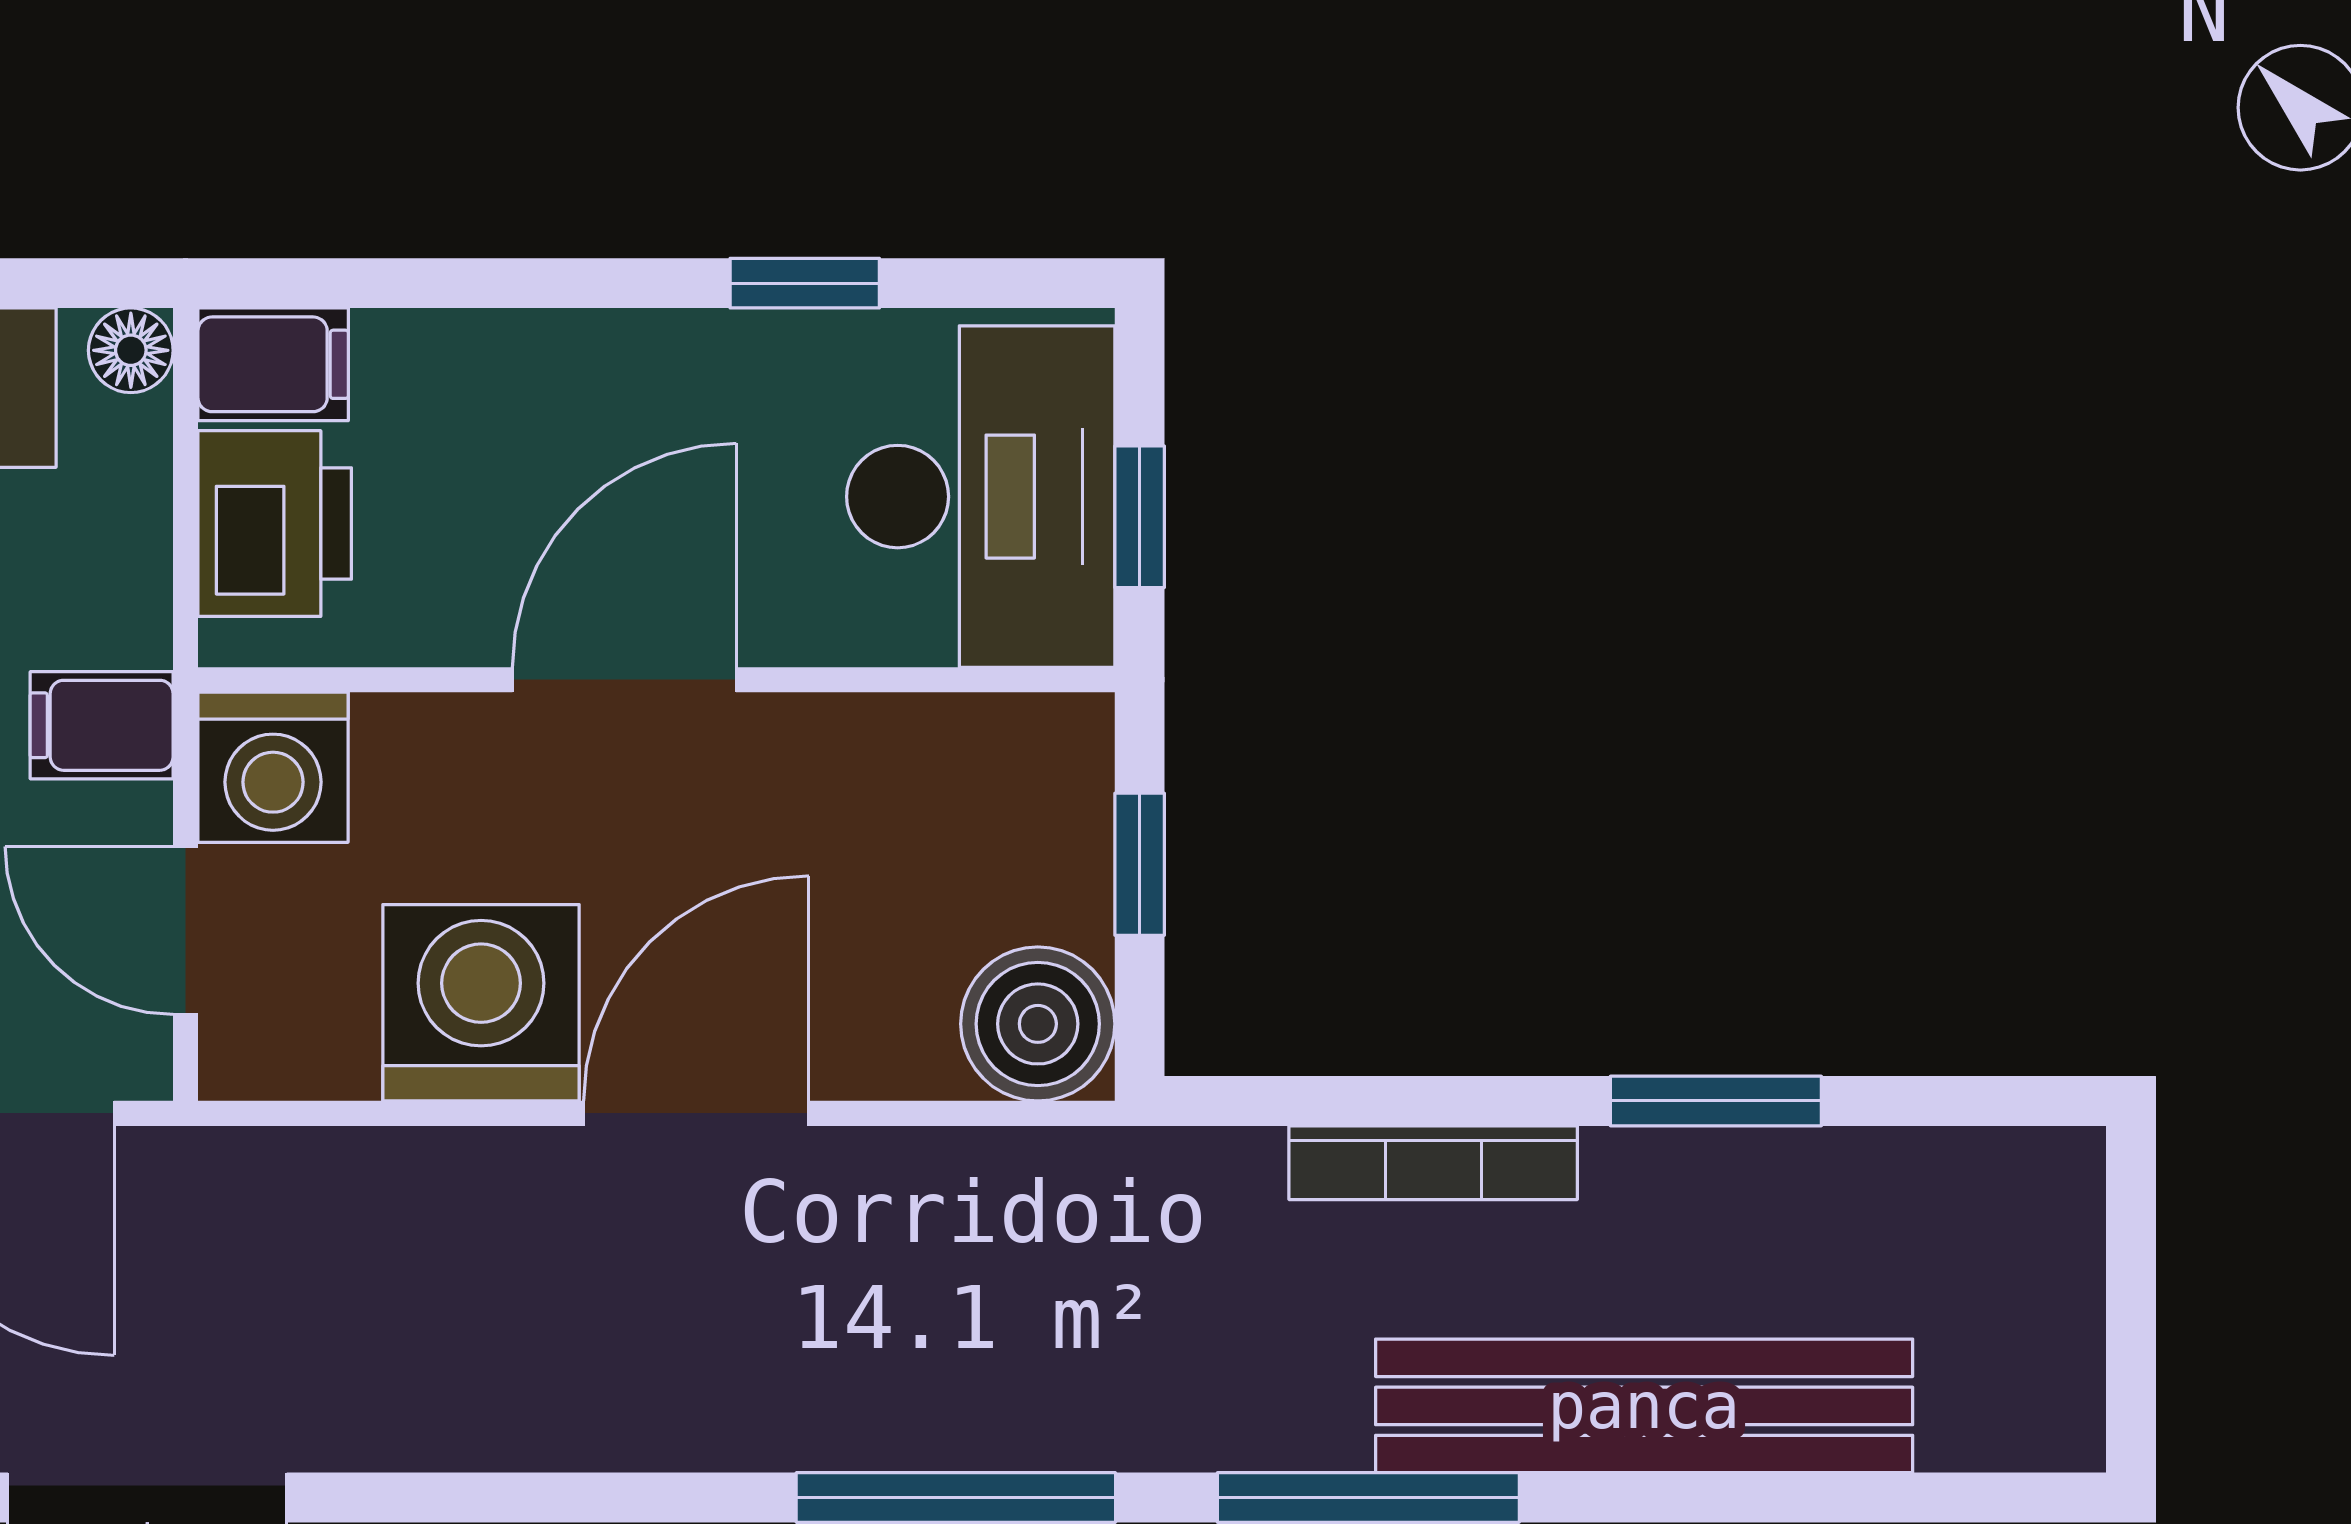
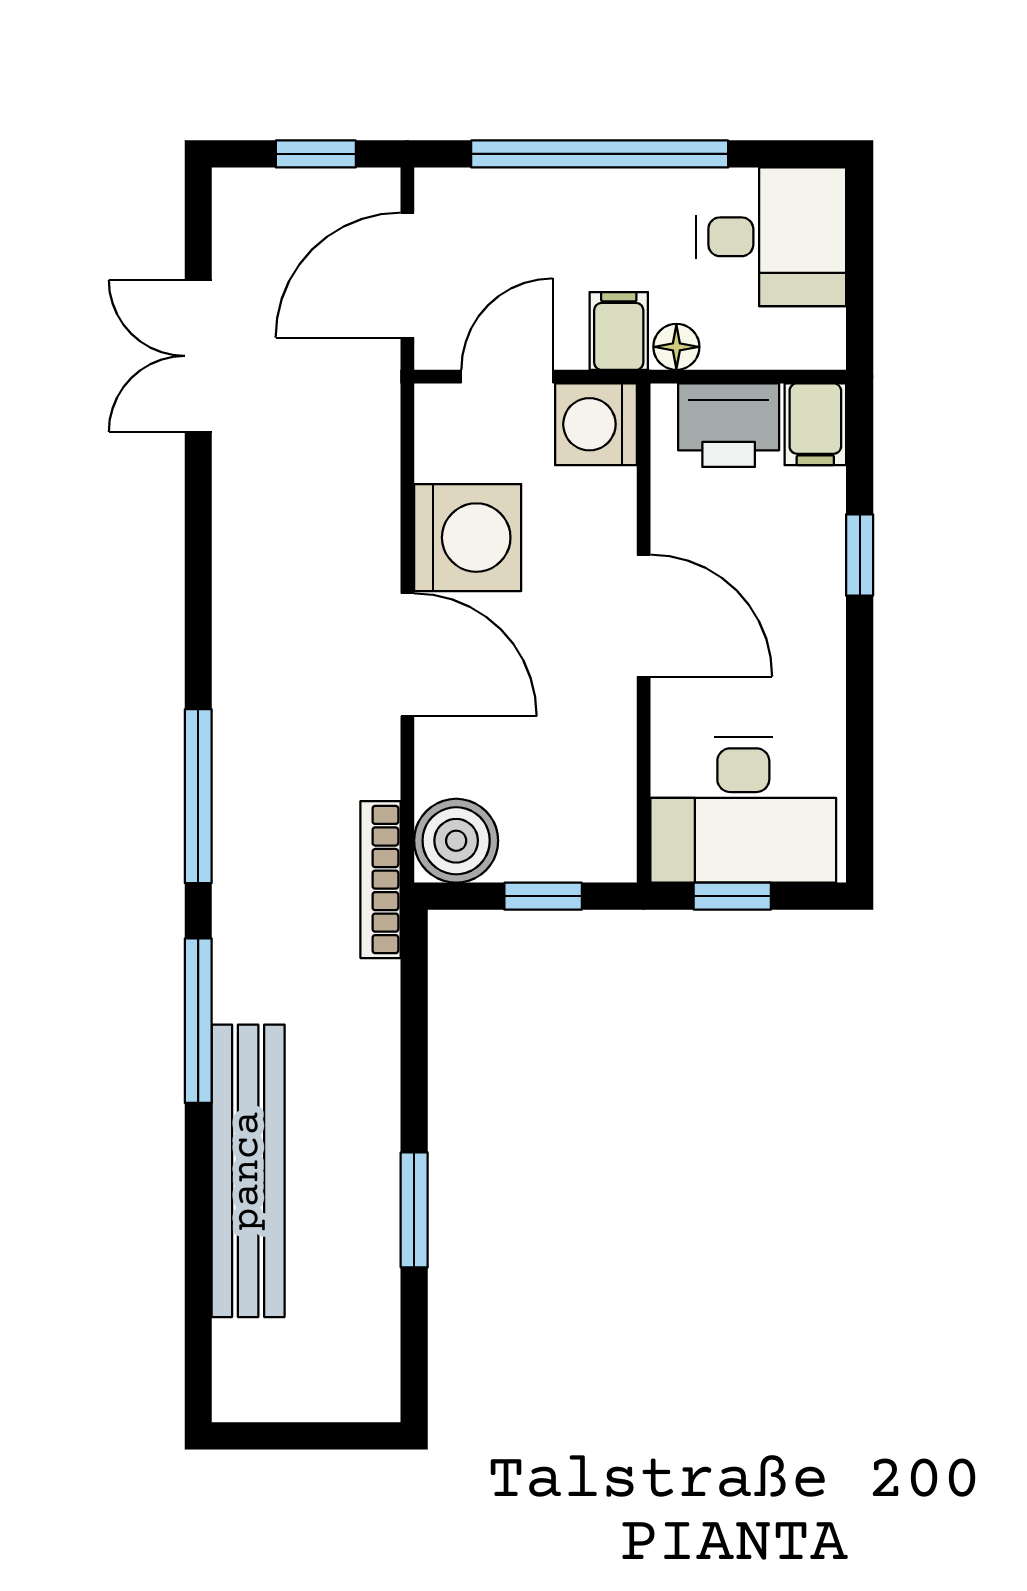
window: (805, 283) -> (860, 555), moved
floor lamp: (131, 350) -> (676, 347), moved
bookcase: (1433, 1163) -> (381, 880), moved

